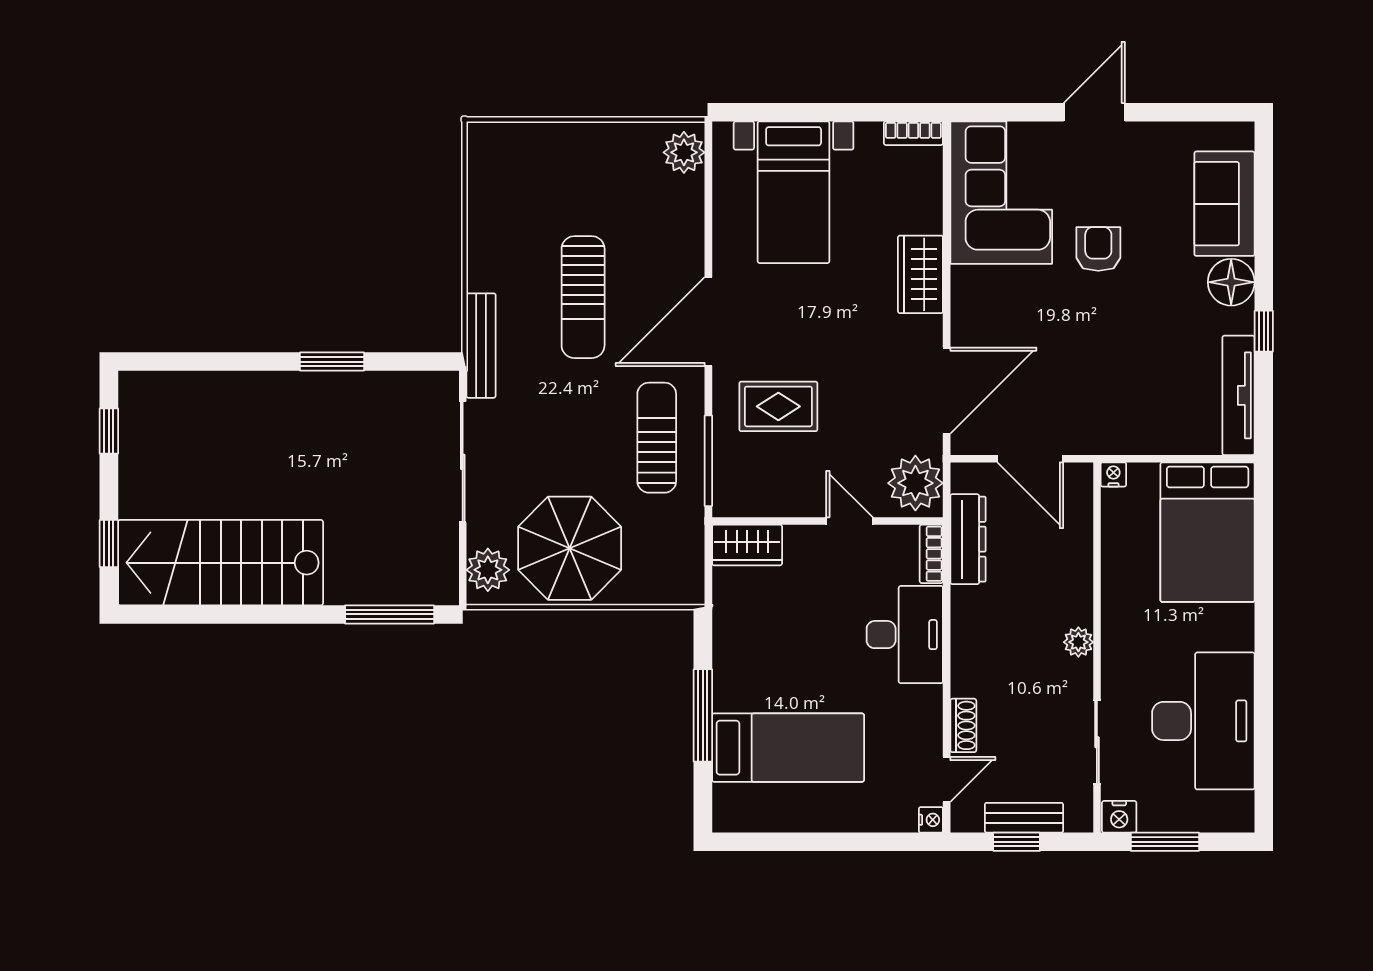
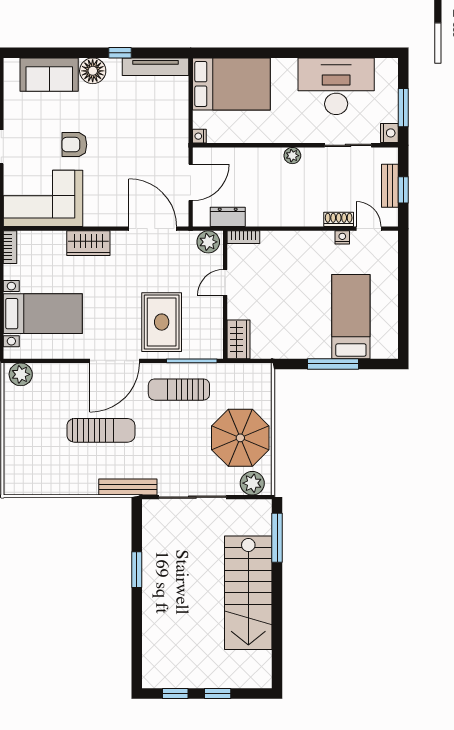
door: (708, 322) -> (115, 361), hinge flipped
rug: (778, 406) -> (162, 322), width x1.36, depth x1.43
plant: (915, 483) -> (208, 242), width x0.73, depth x0.73
dresser: (968, 539) -> (228, 217), width x0.70
window: (109, 543) -> (218, 693), moved
stairs: (221, 563) -> (248, 593), moved
desk: (905, 635) -> (288, 252), removed
nightstand: (931, 820) -> (342, 237), moved

